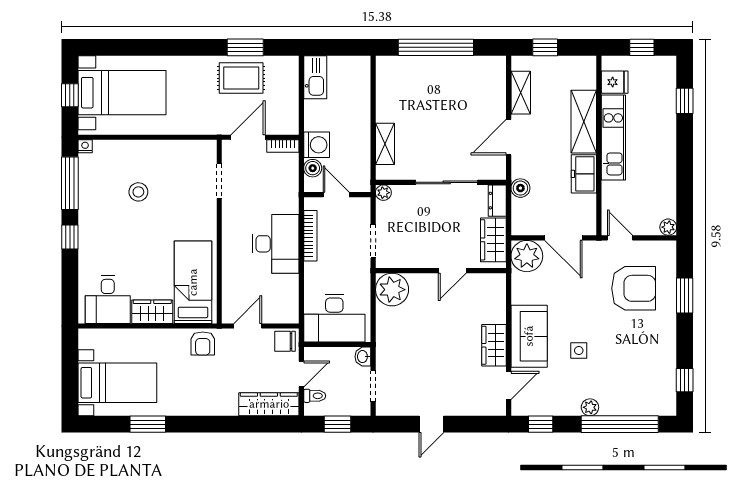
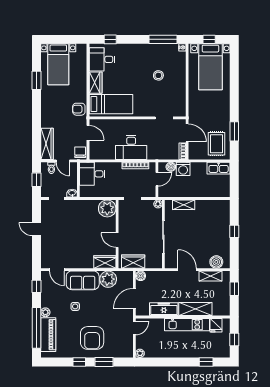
window: (436, 47) -> (234, 231), width x0.32
rug: (241, 78) -> (216, 144), moved
boiler: (494, 82) -> (216, 262), added
freezer: (584, 174) -> (164, 309), width x1.40
boiler: (520, 188) -> (141, 276), moved
dresser: (497, 201) -> (154, 264), removed
window: (70, 237) -> (110, 39), moved
plant: (527, 256) -> (108, 279), moved
armchair: (634, 288) -> (92, 338), moved
desk: (334, 318) -> (92, 174), width x0.73
wardrobe: (494, 345) -> (105, 262), moved
window: (685, 380) -> (79, 362), moved
piano: (633, 402) -> (48, 335), added

